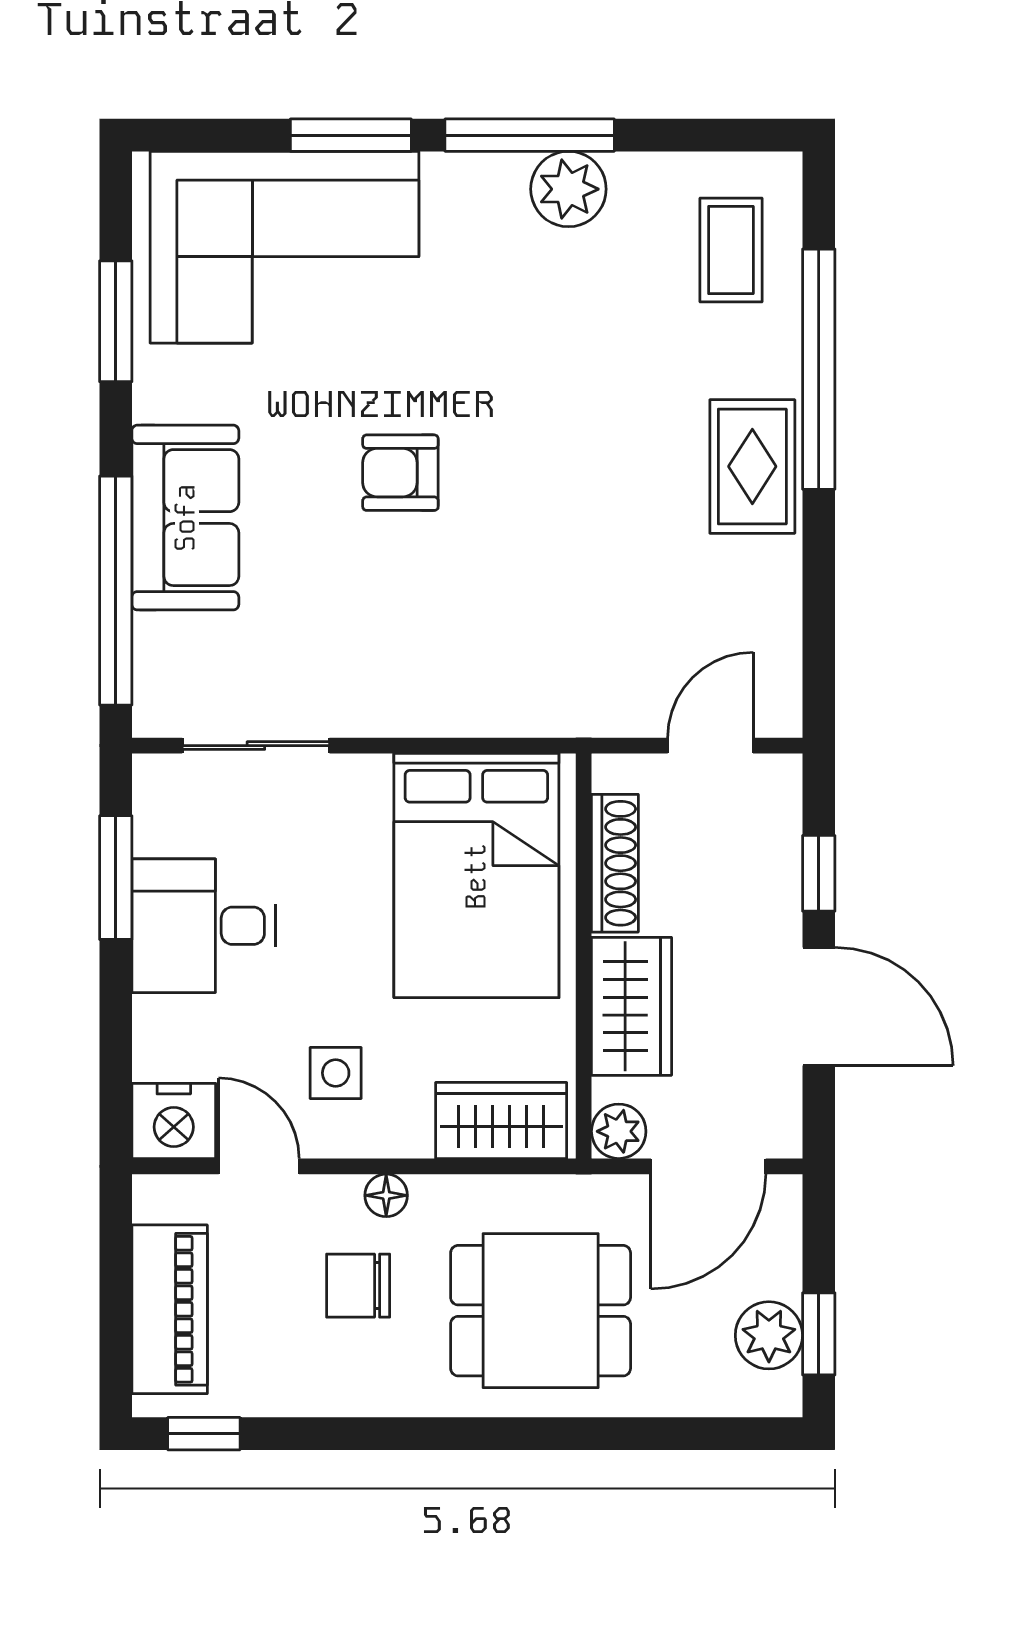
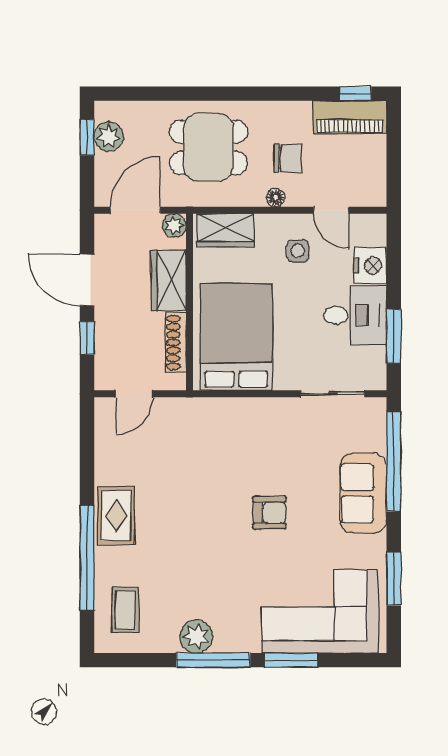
nightstand: (174, 1121) -> (370, 266), moved, turned 90
piano: (170, 1309) -> (350, 117), moved, turned -90

